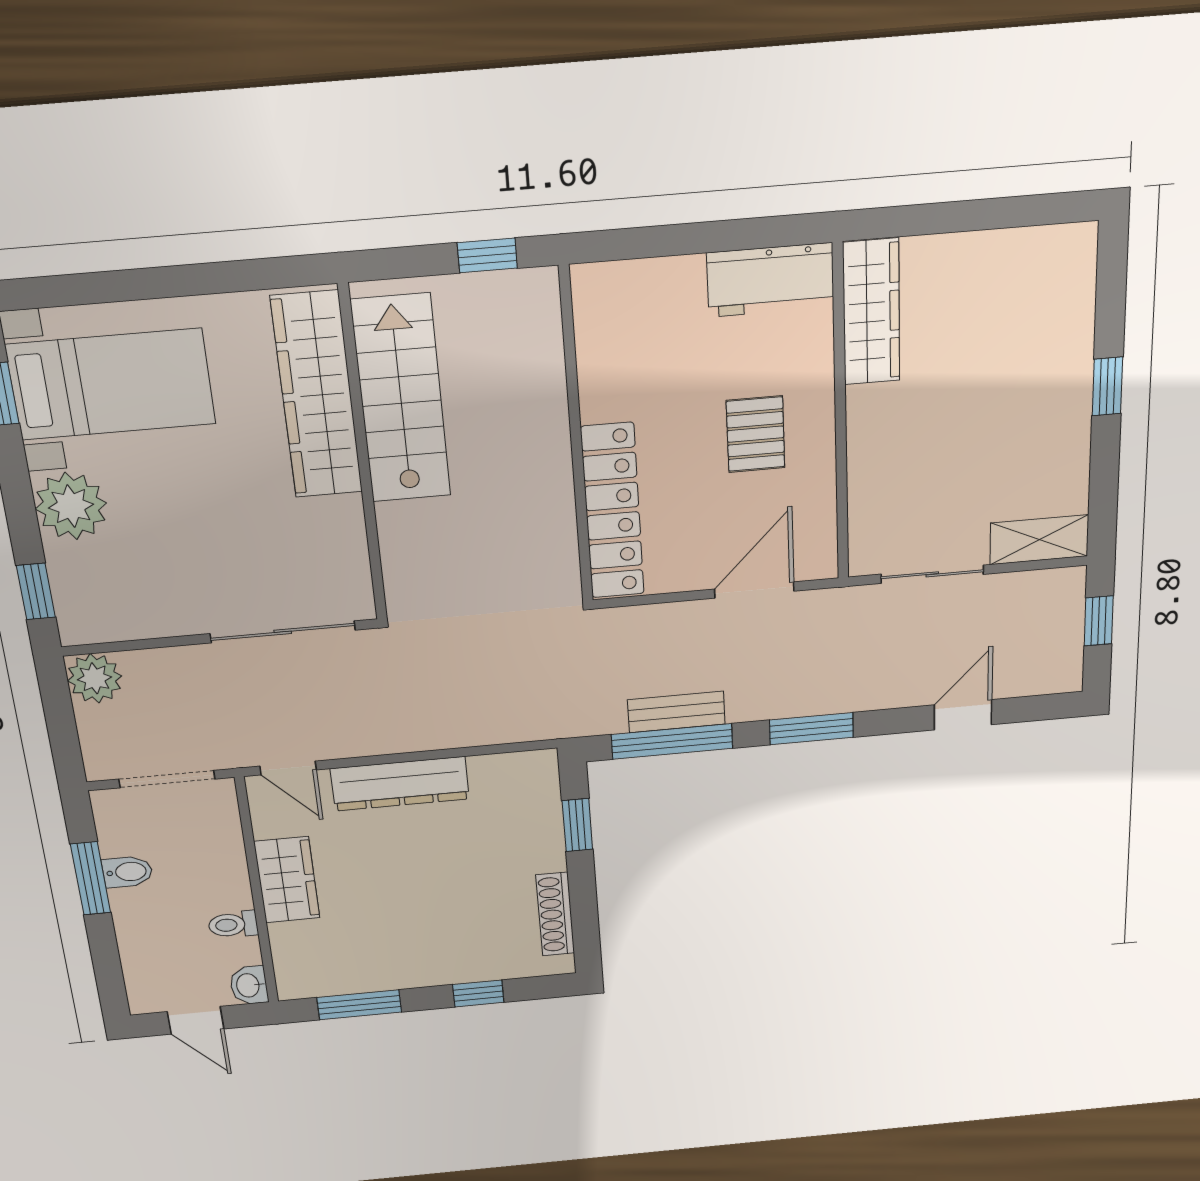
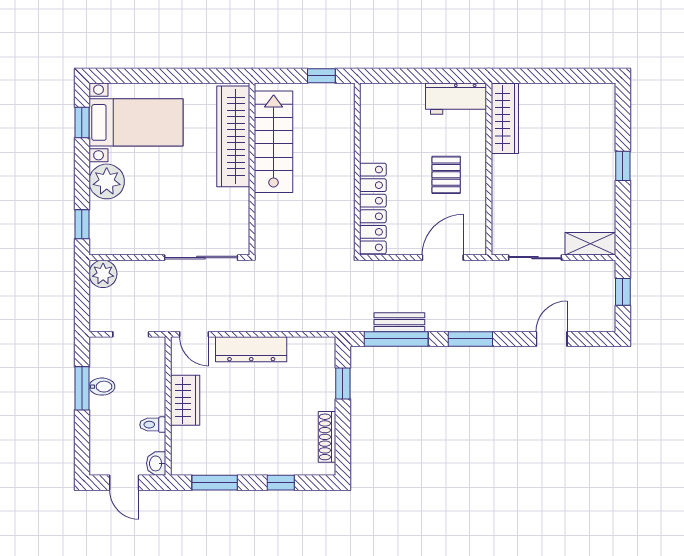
doorway: (167, 779) -> (131, 334), width x0.73

